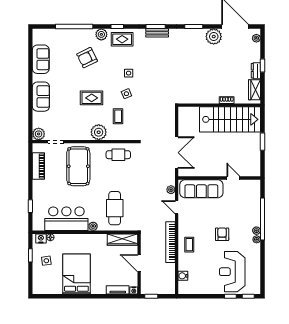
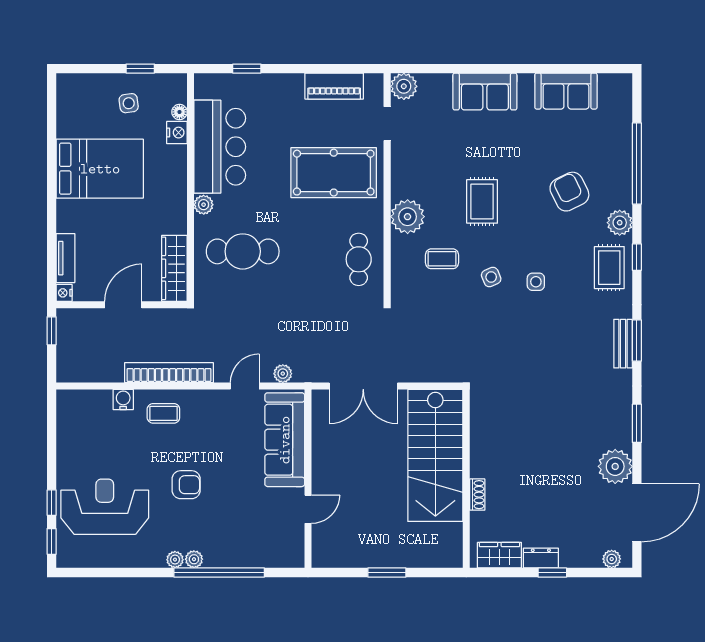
stairs: (230, 119) -> (435, 455), moved
nightstand: (41, 238) -> (177, 133), moved
water cooler: (183, 276) -> (123, 400), moved

